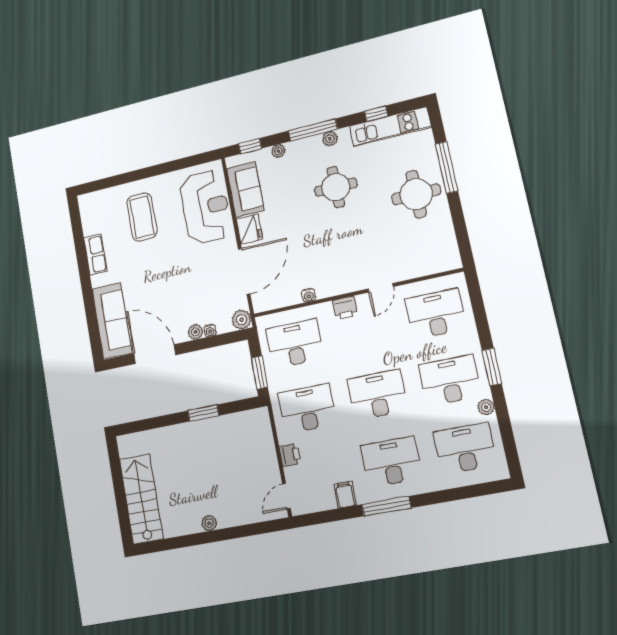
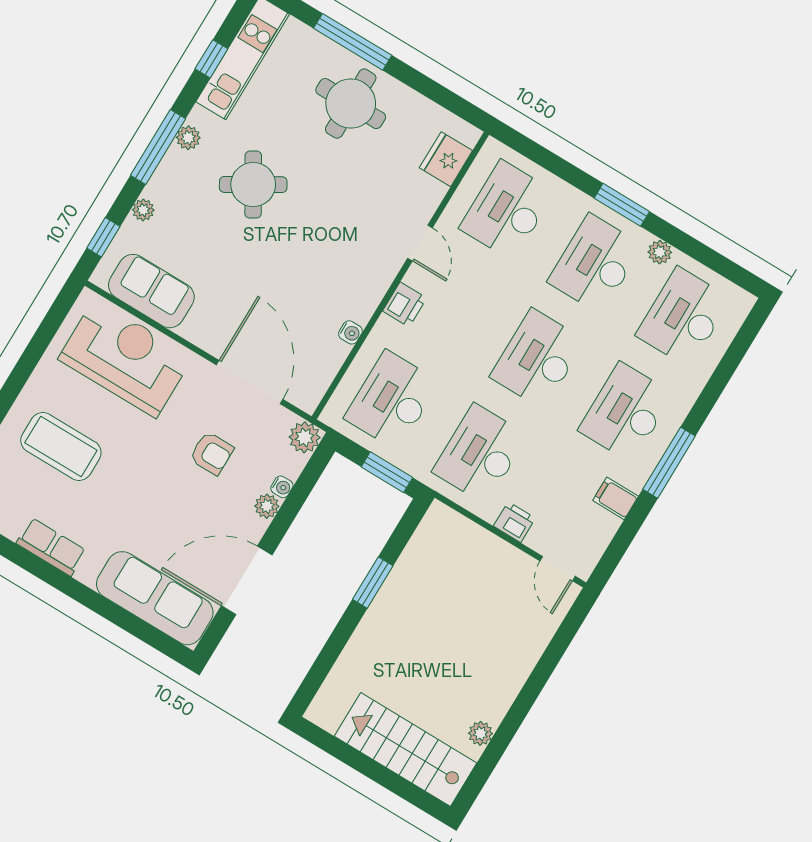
round table: (336, 187) -> (253, 185), turned -31
fridge: (249, 229) -> (446, 159), moved, turned -90
armchair: (197, 285) -> (212, 453), added
plant: (209, 523) -> (480, 733), moved

